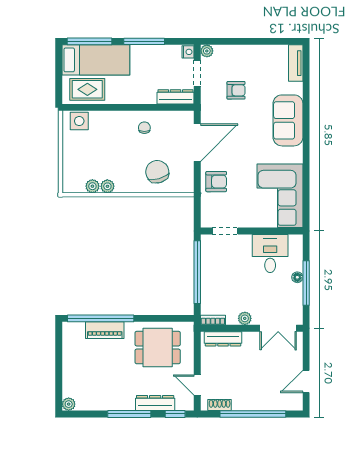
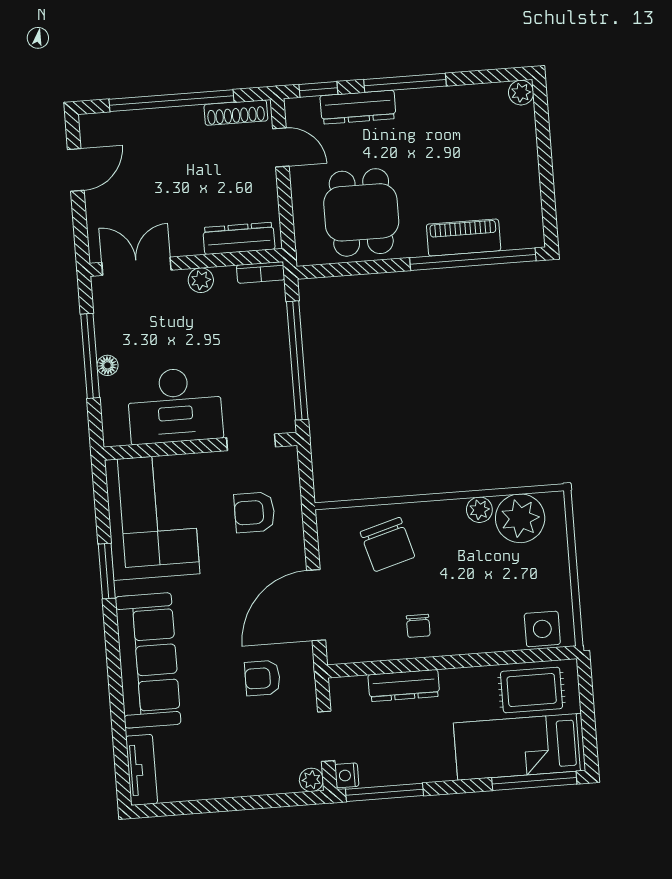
window: (144, 41) -> (385, 792), moved
armchair: (236, 90) -> (262, 678), moved
dresser: (176, 97) -> (404, 686), moved
sofa: (288, 120) -> (148, 660), width x1.36
window: (306, 169) -> (107, 571), added
armchair: (216, 182) -> (254, 512), moved
plant: (92, 186) -> (520, 518), width x1.88, depth x1.88
desk: (270, 253) -> (175, 406), width x1.37
dining table: (158, 348) -> (361, 212), turned 90
shoe rack: (220, 405) -> (236, 113), width x1.43

